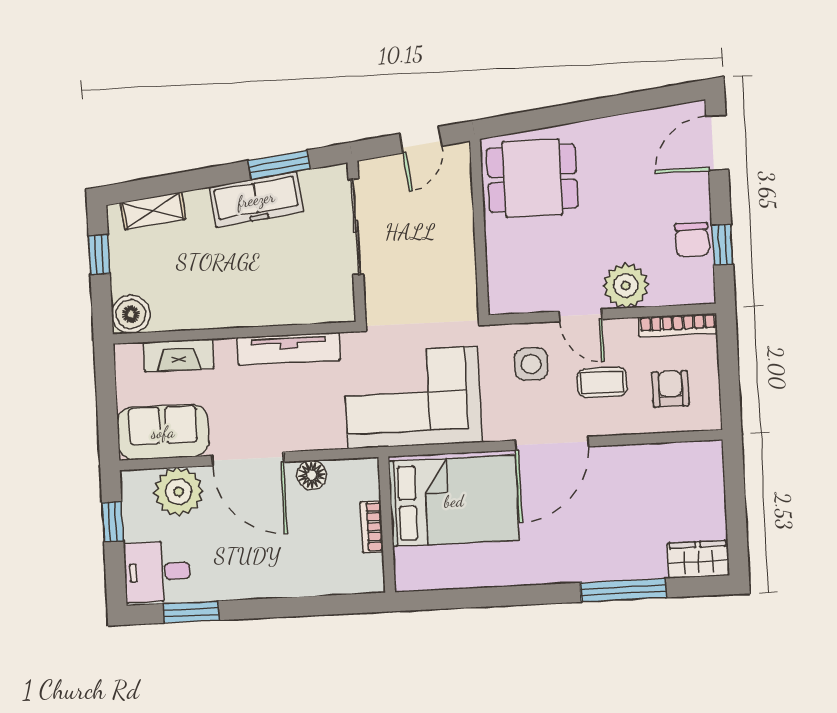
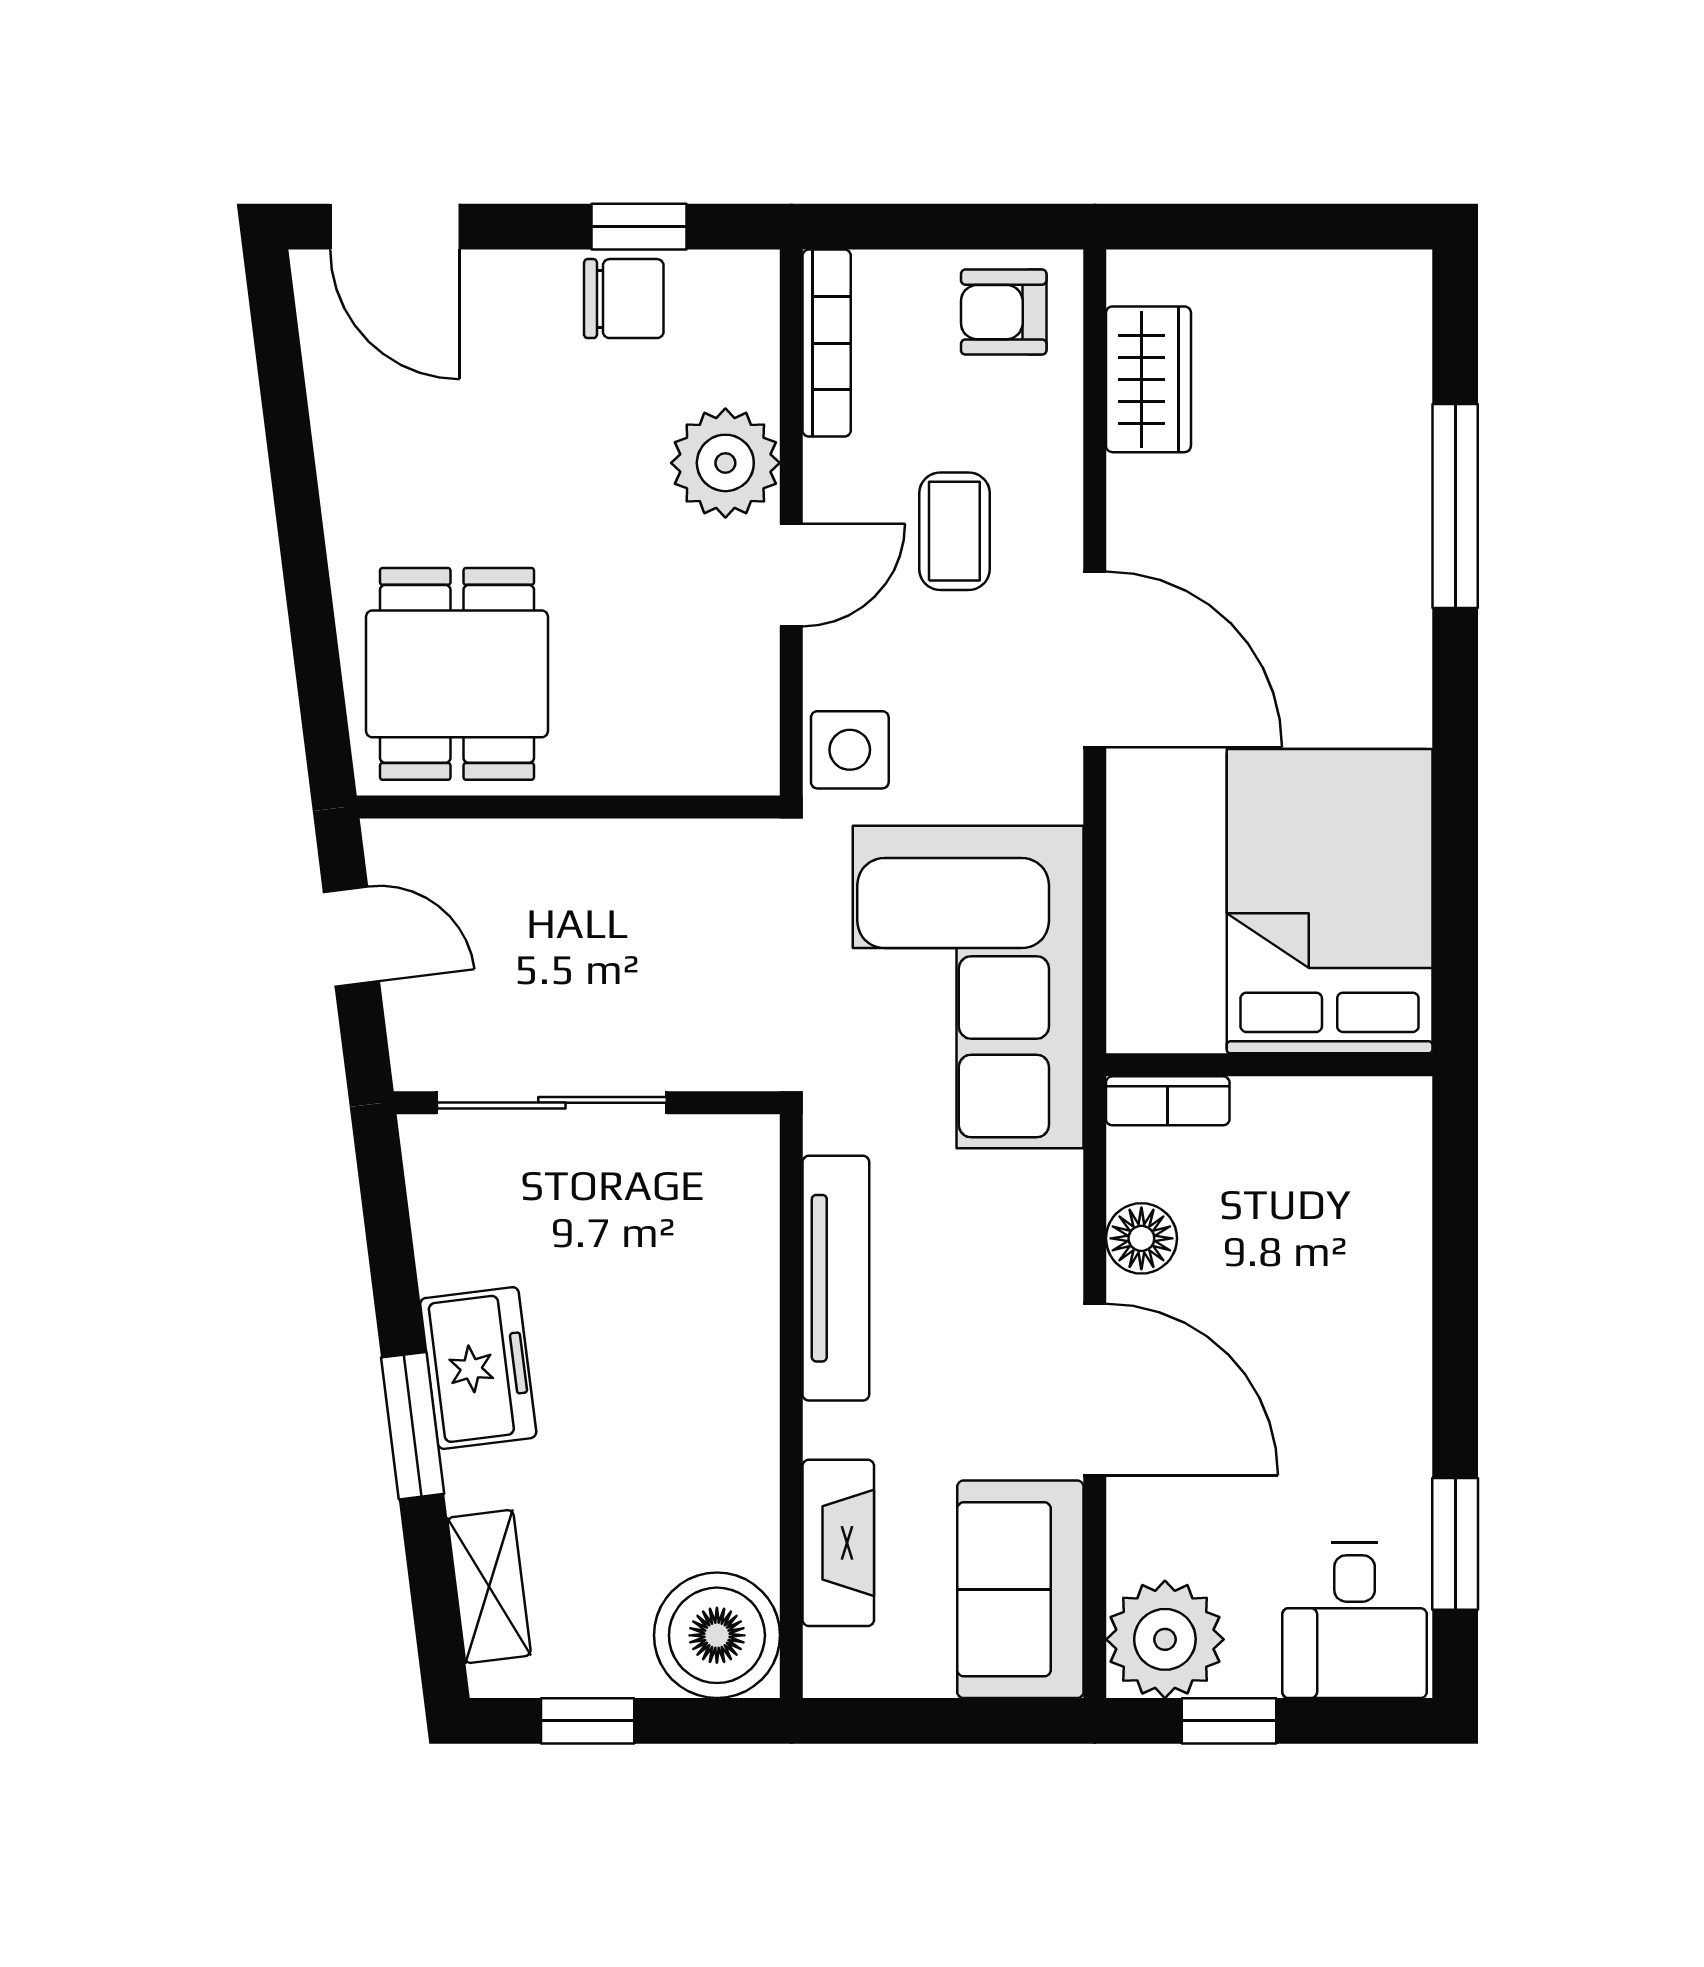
window: (279, 165) -> (413, 1426), moved
freezer: (256, 199) -> (478, 1368), width x0.71
boiler: (131, 314) -> (717, 1635), width x1.37, depth x1.37
side table: (531, 364) -> (850, 750), moved
armchair: (670, 389) -> (1004, 312), moved
door: (248, 459) -> (1095, 1389), hinge flipped
plant: (179, 492) -> (1165, 1639), moved
bed: (454, 501) -> (1330, 901), moved
bookcase: (372, 527) -> (1168, 1101), moved
wardrobe: (698, 559) -> (1148, 379), moved, turned 180

